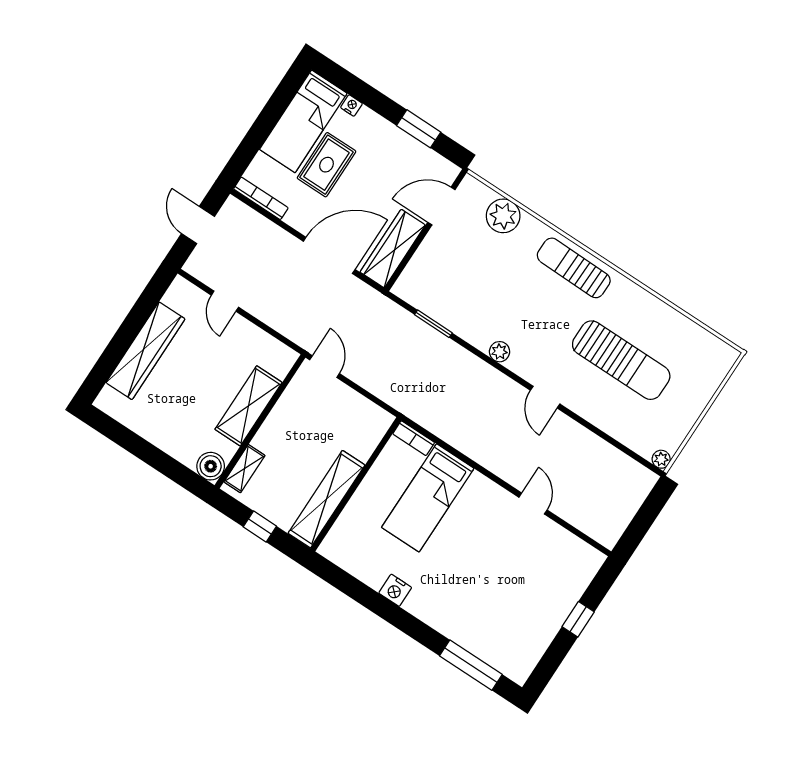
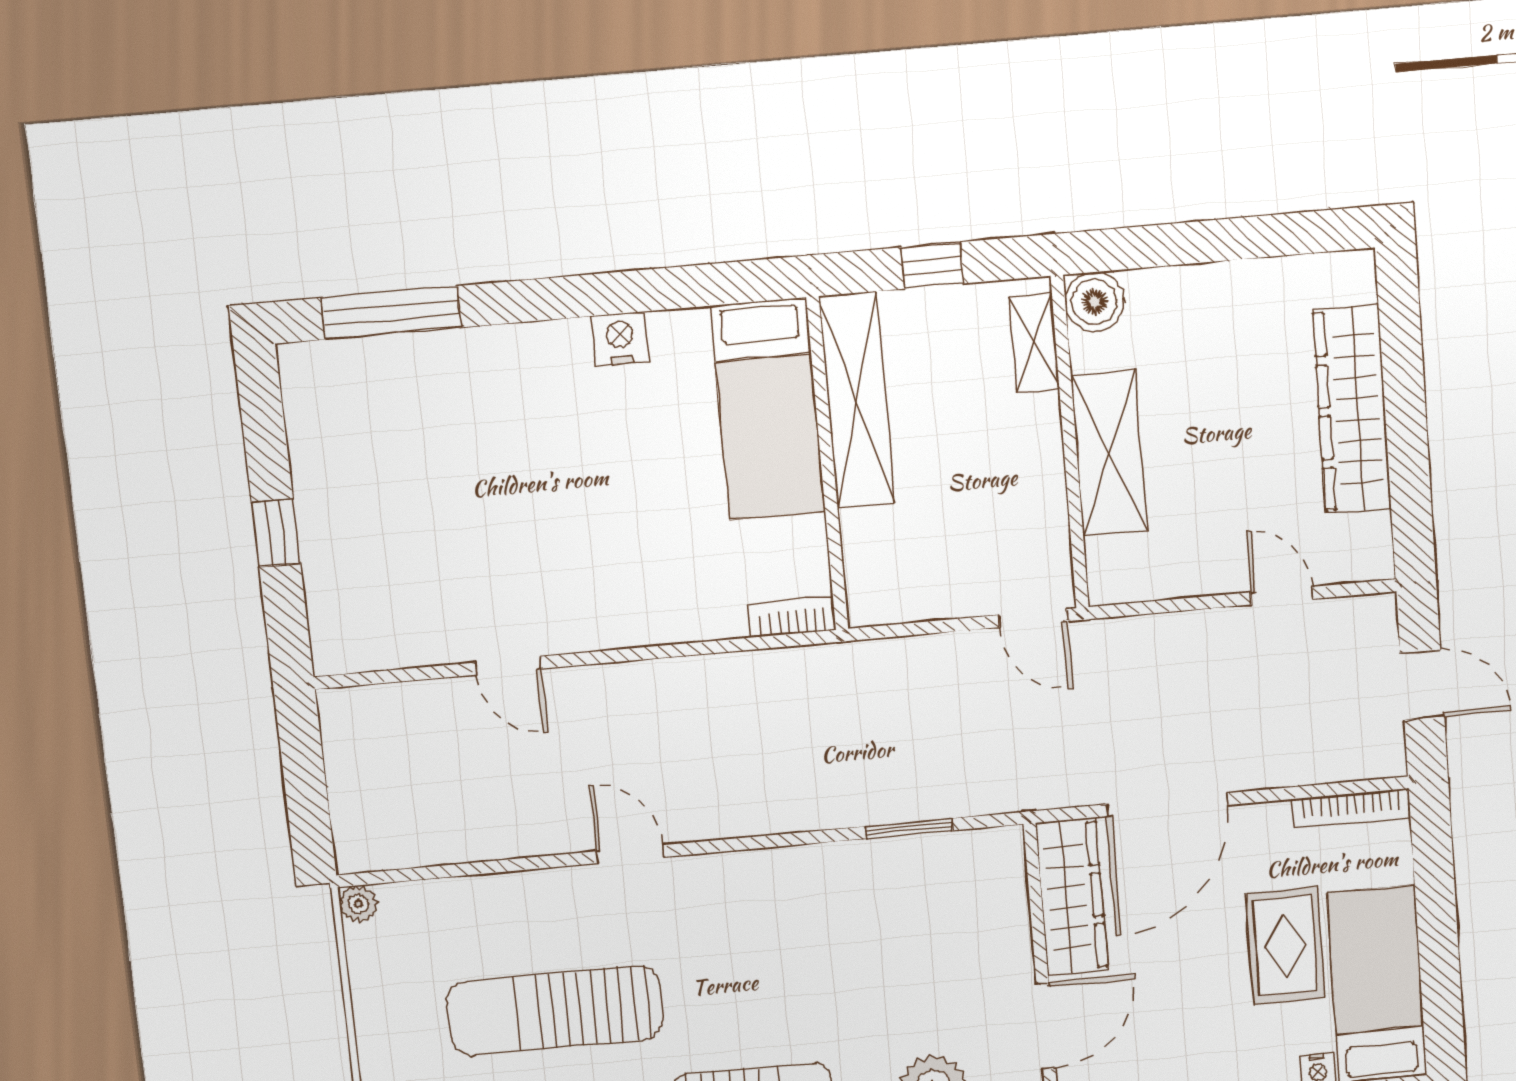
plant: (499, 352) -> (764, 869), removed
bed: (428, 498) -> (768, 409), moved, turned 180

